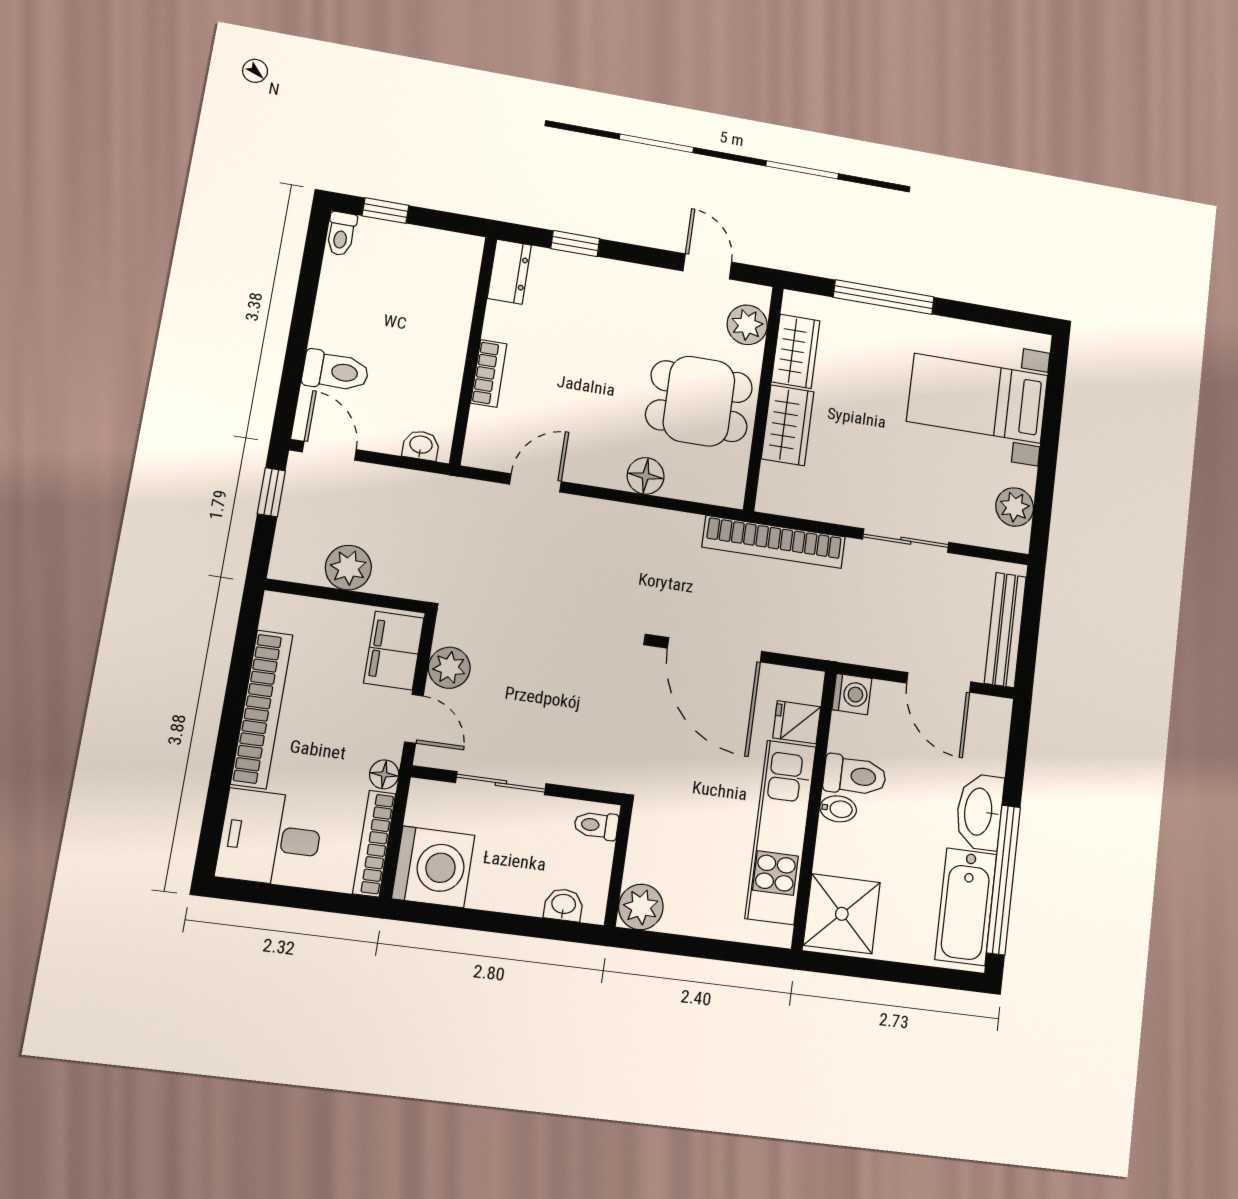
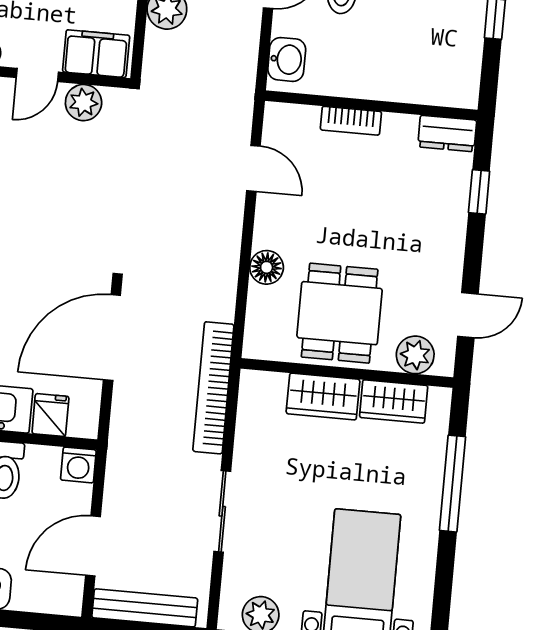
washbasin: (421, 445) -> (287, 59), width x1.38, depth x1.45

